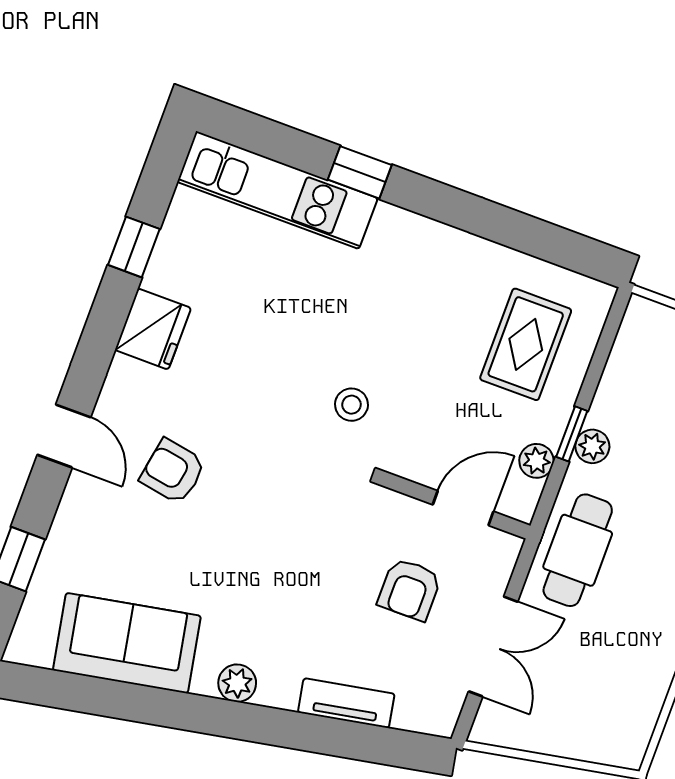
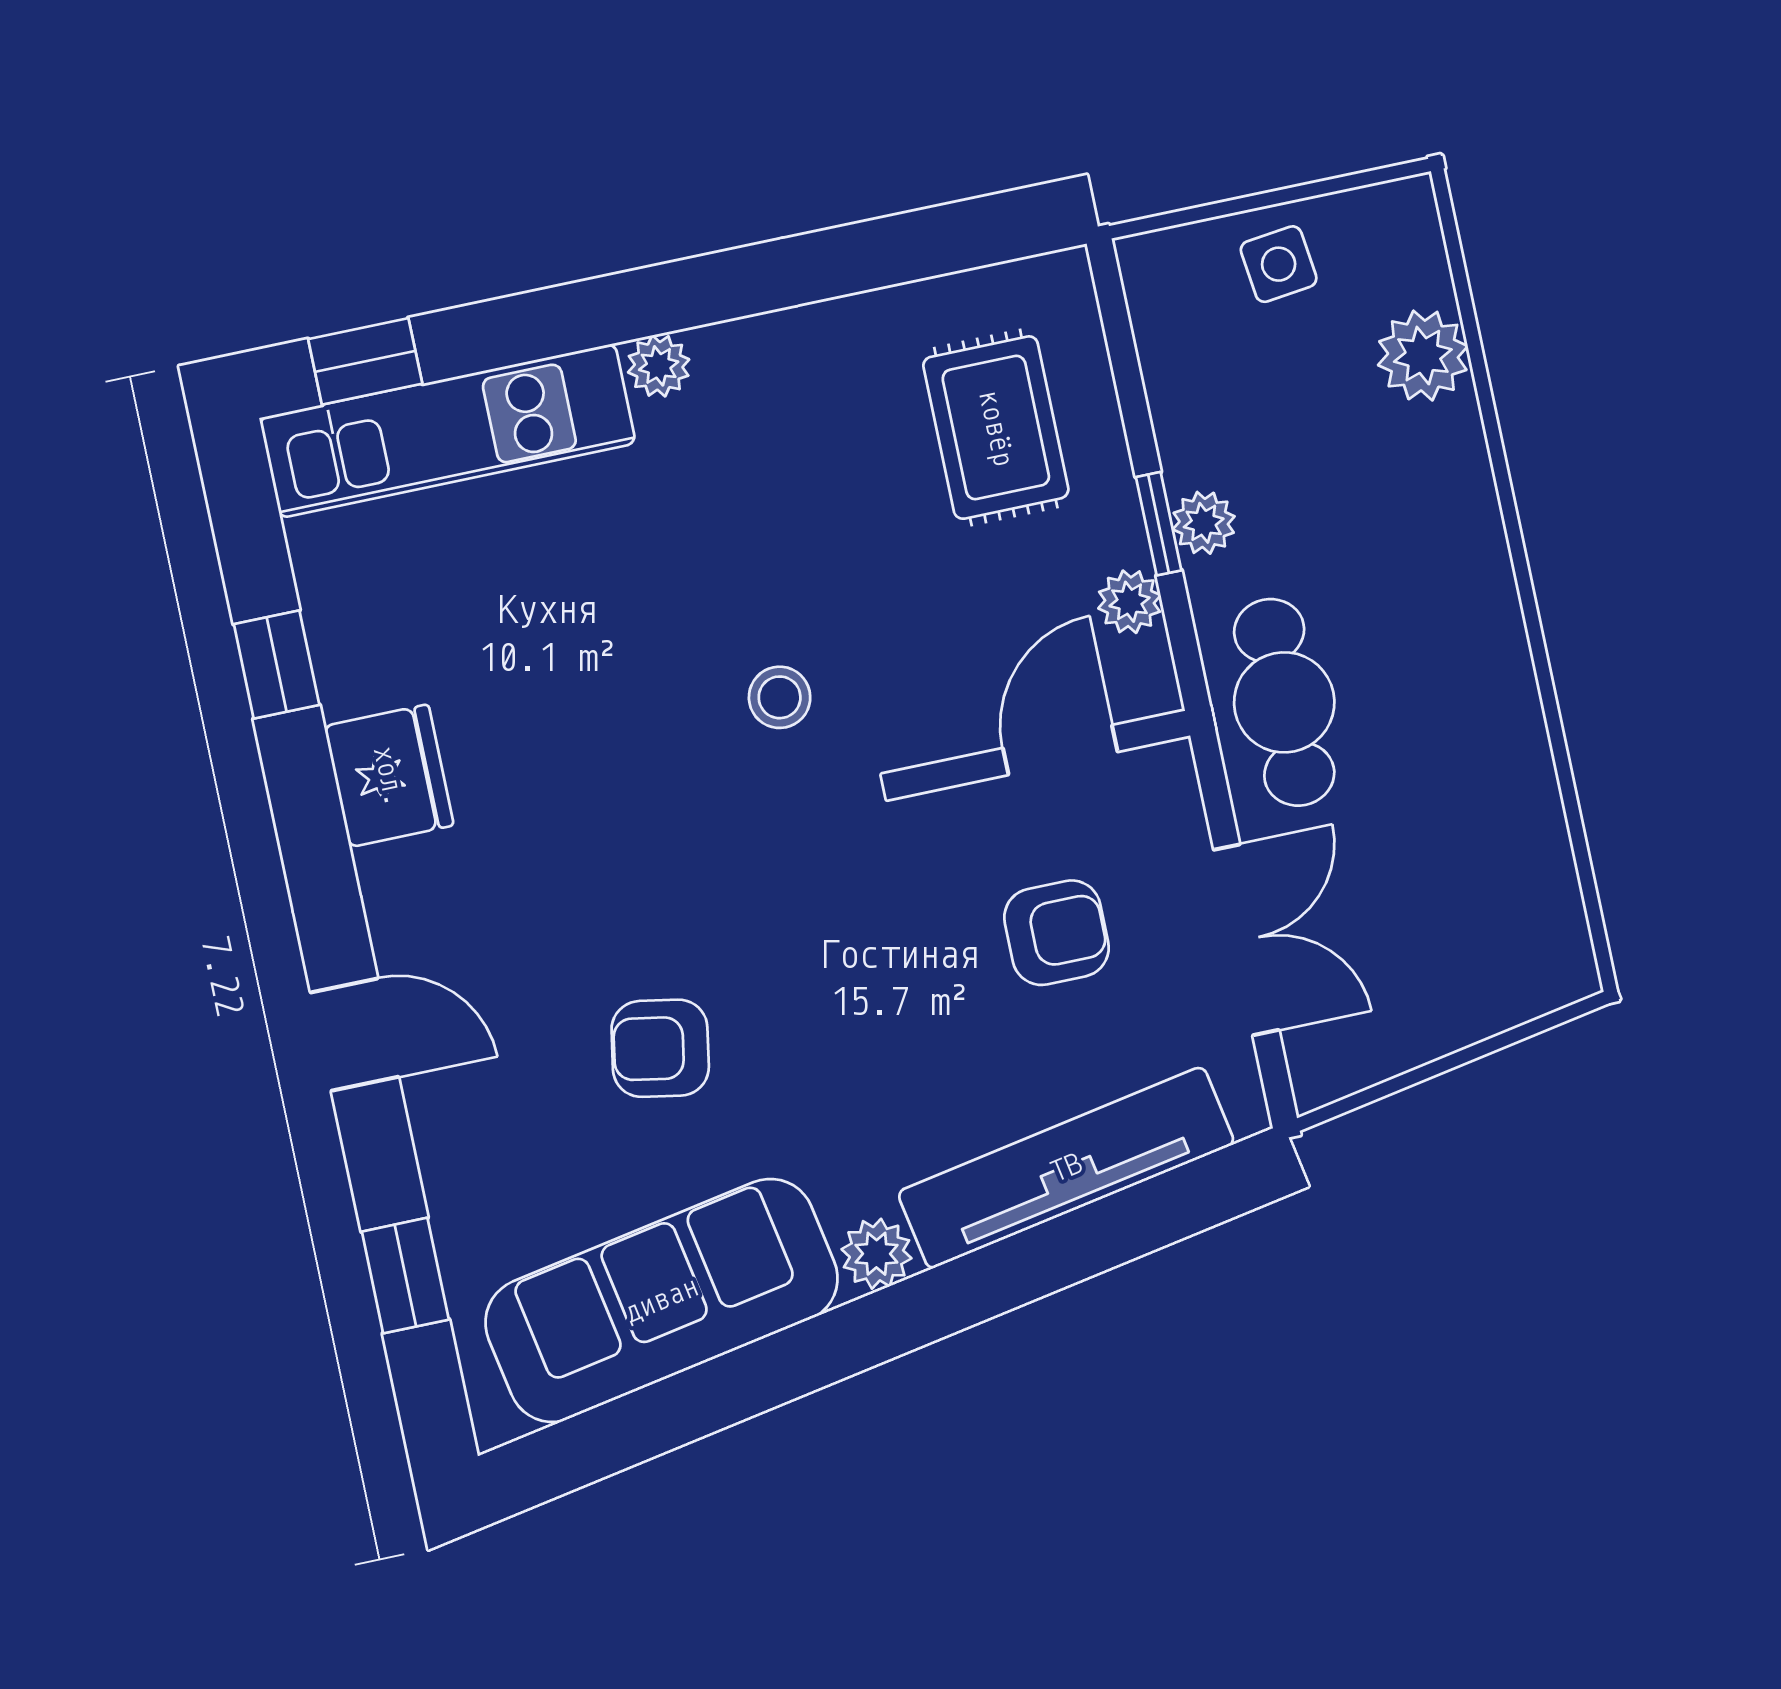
window: (360, 172) -> (365, 361), moved
plant: (391, 221) -> (659, 366), added
armchair: (173, 471) -> (660, 1048), moved
armchair: (410, 589) -> (1056, 933), turned -90
sofa: (127, 643) -> (661, 1300), width x1.36
tv unit: (346, 703) -> (1066, 1168), width x1.92, depth x1.29

